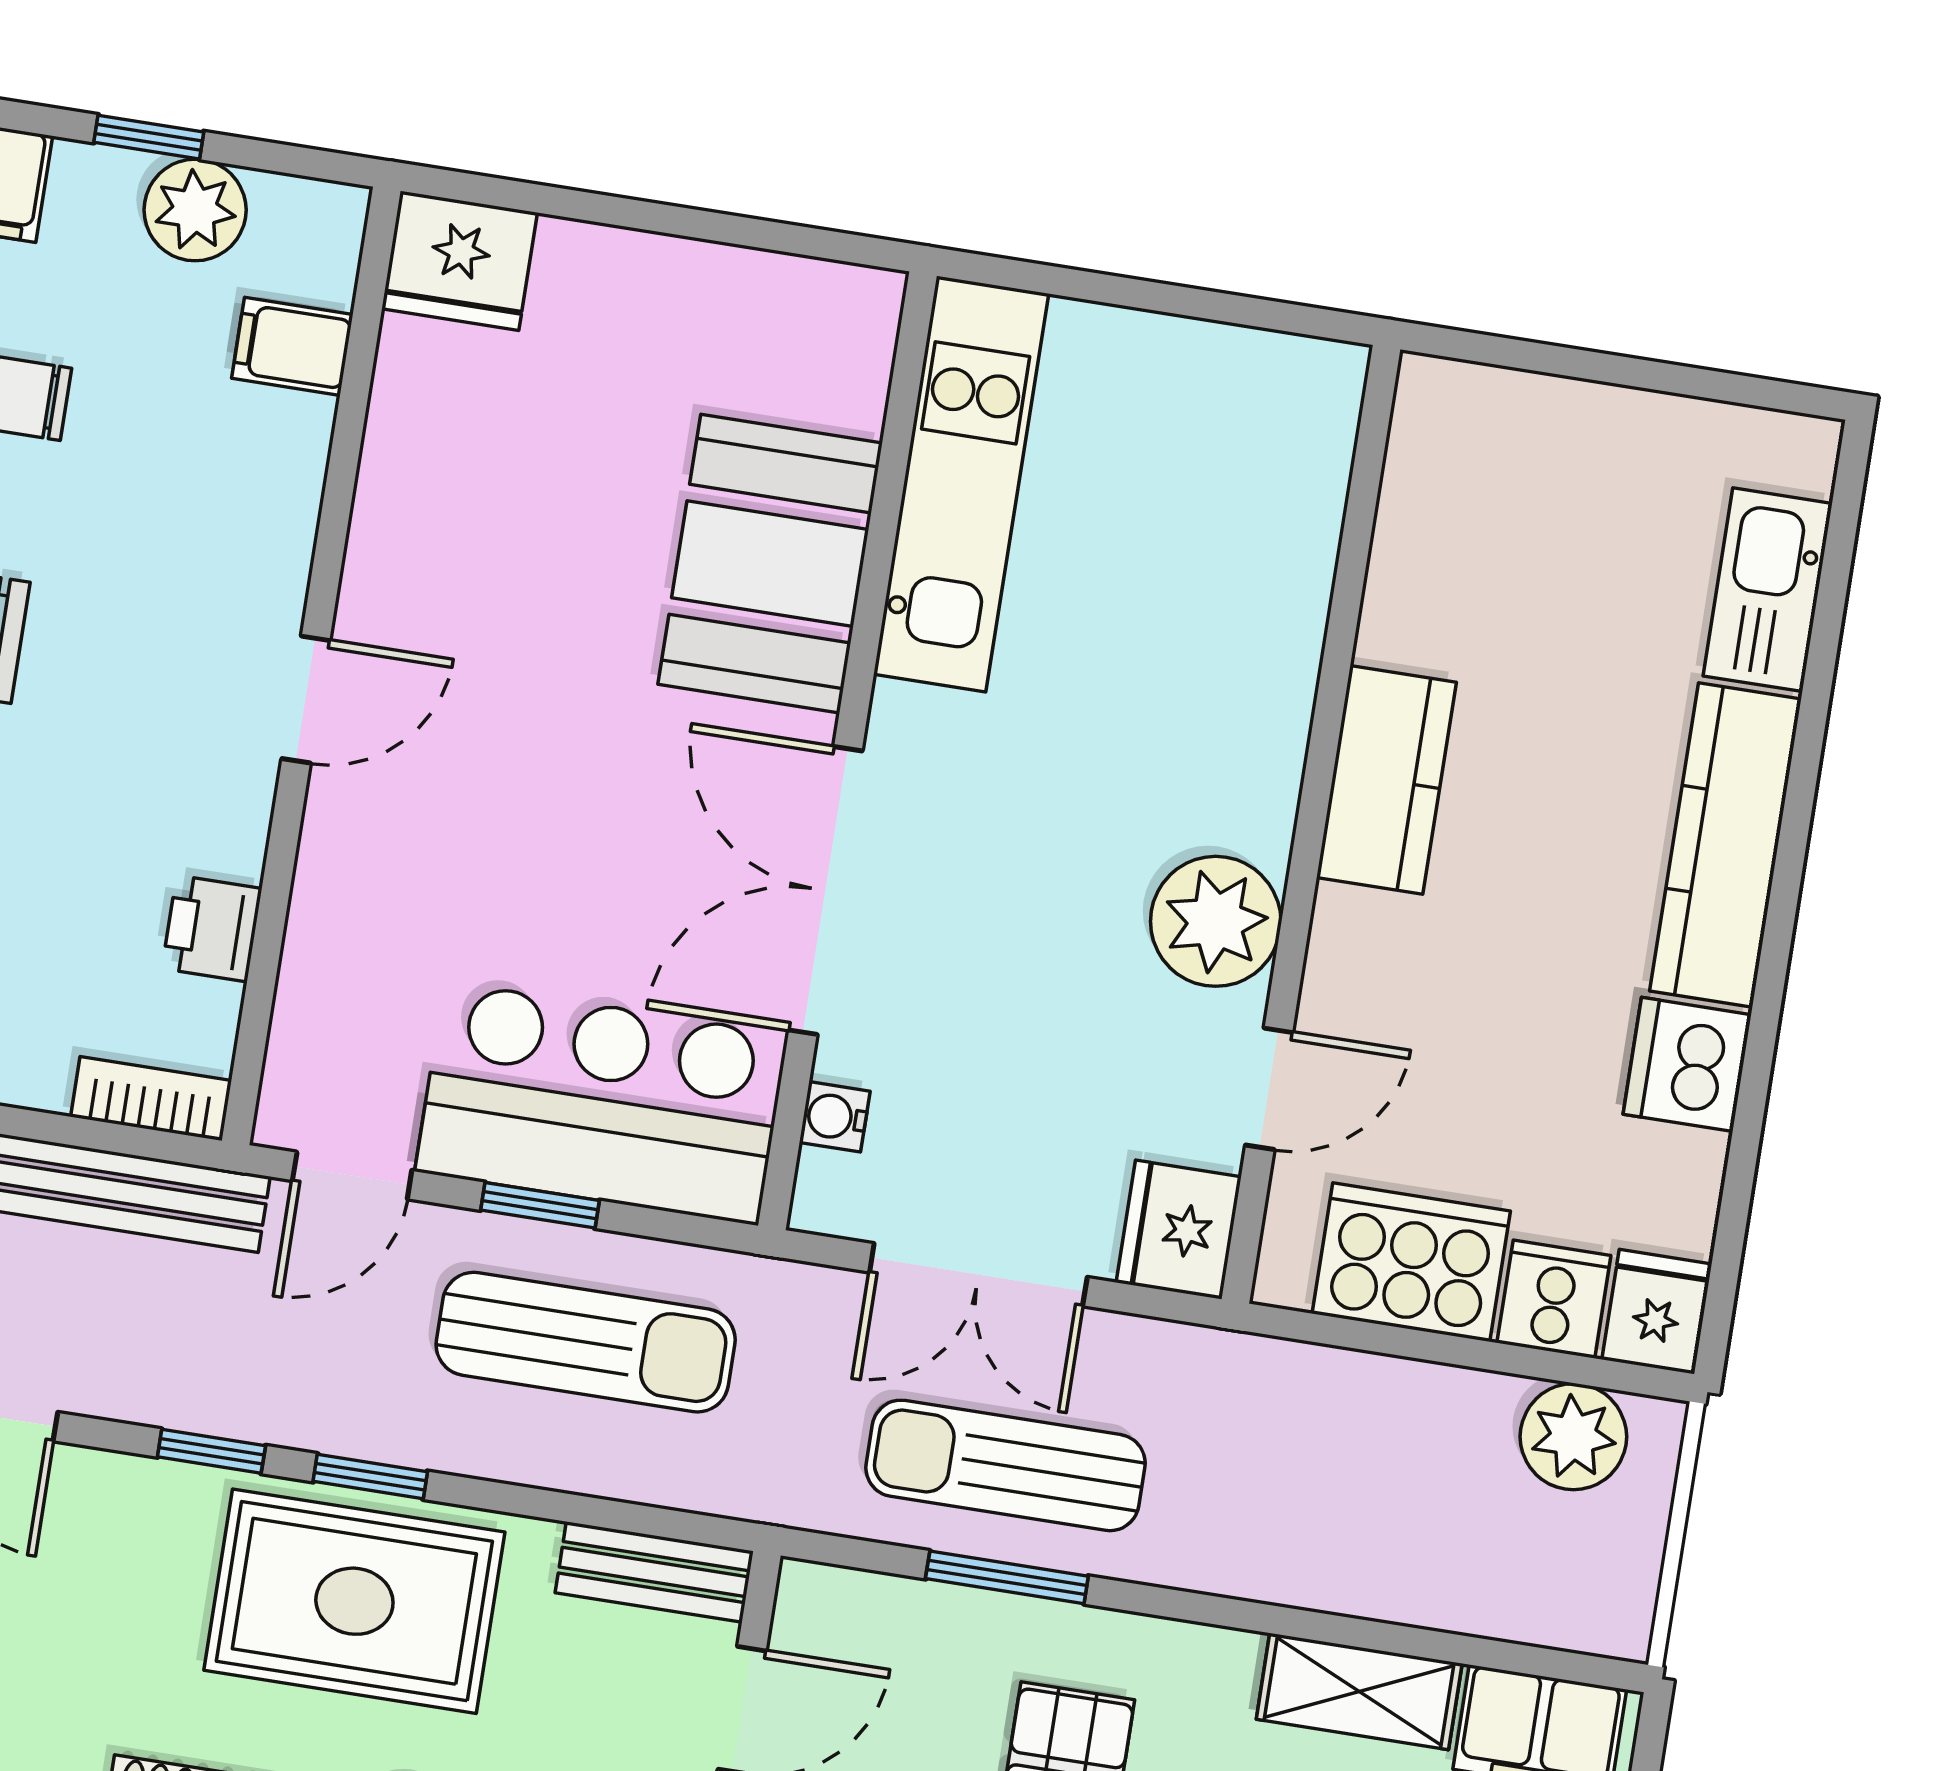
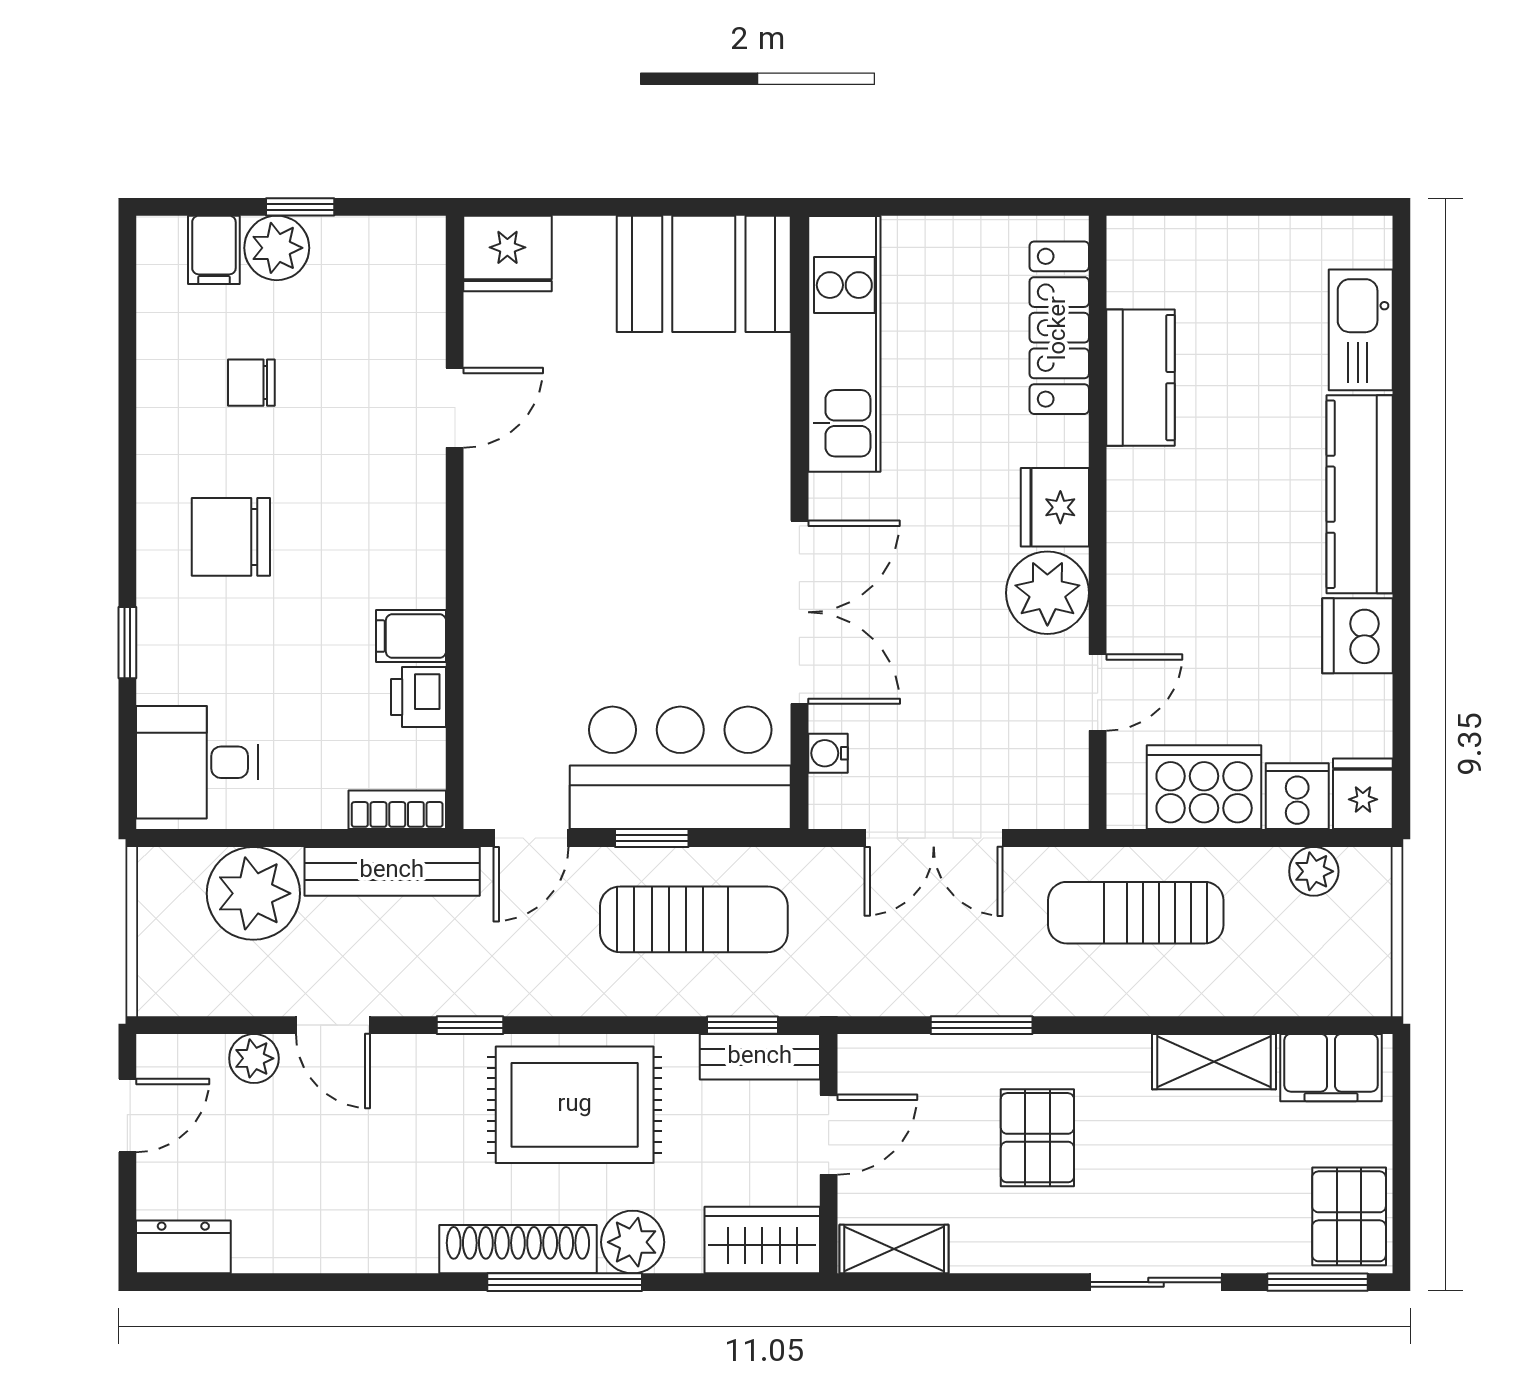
plant: (195, 210) -> (277, 248), moved
filing cabinet: (292, 346) -> (411, 636), moved
locker: (1299, 512) -> (1059, 328), added
booth: (770, 564) -> (704, 274), moved, turned 90
door: (306, 699) -> (455, 408), moved
kitchen counter: (1386, 780) -> (1140, 378), moved
double door: (825, 891) -> (799, 612), swing flipped
fridge: (1179, 1230) -> (1055, 507), moved
plant: (1573, 1437) -> (1314, 871), width x0.73, depth x0.73
sun lounger: (1006, 1465) -> (1136, 913), moved
window: (370, 1477) -> (742, 1025), moved

